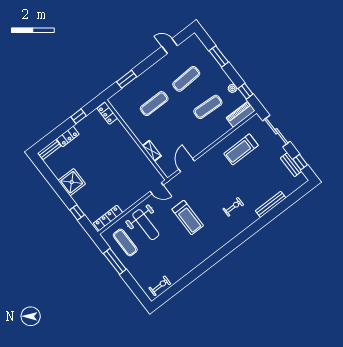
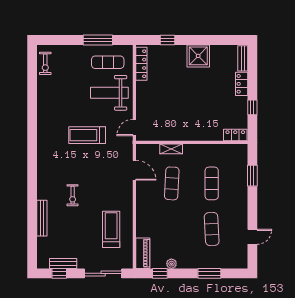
exercise mat: (208, 107) -> (172, 183), moved
exercise bike: (233, 207) -> (73, 195), moved

